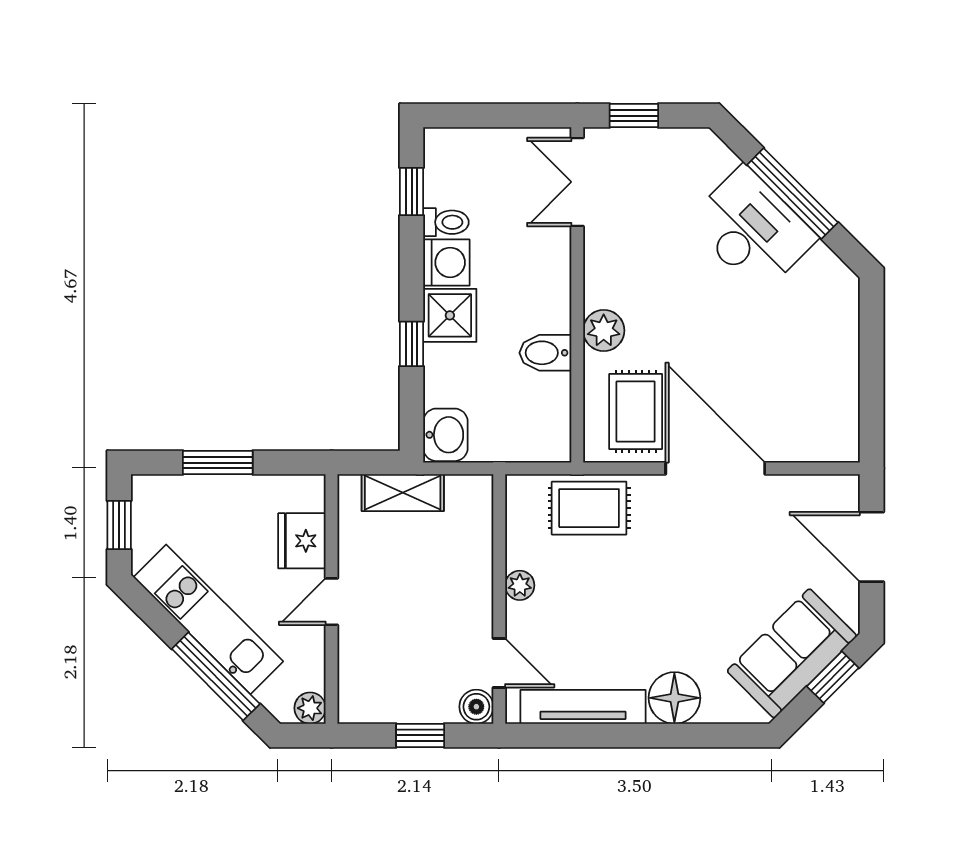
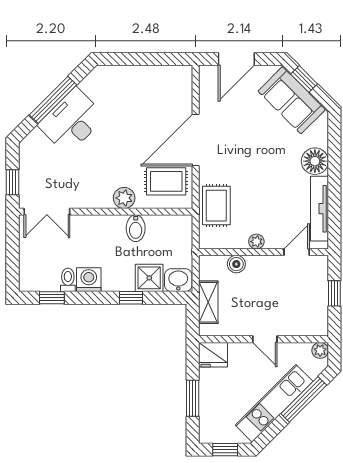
shower: (450, 315) -> (149, 278), moved
fridge: (302, 541) -> (213, 355), moved
boiler: (476, 707) -> (236, 264), moved

